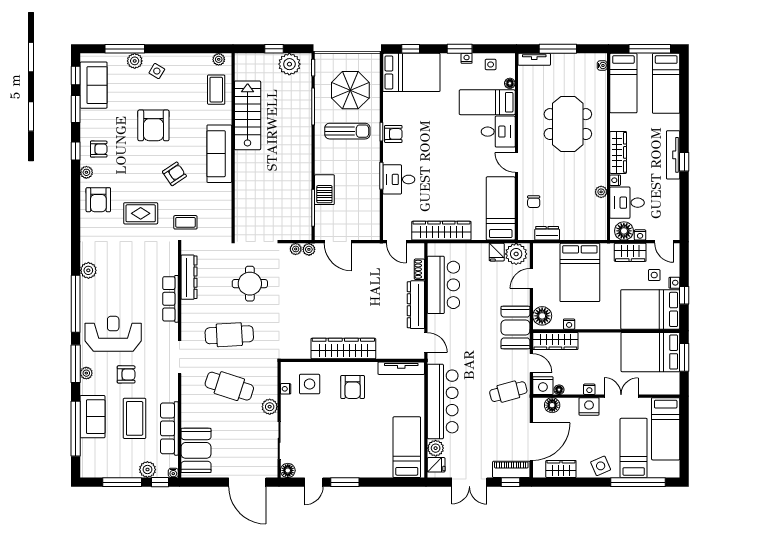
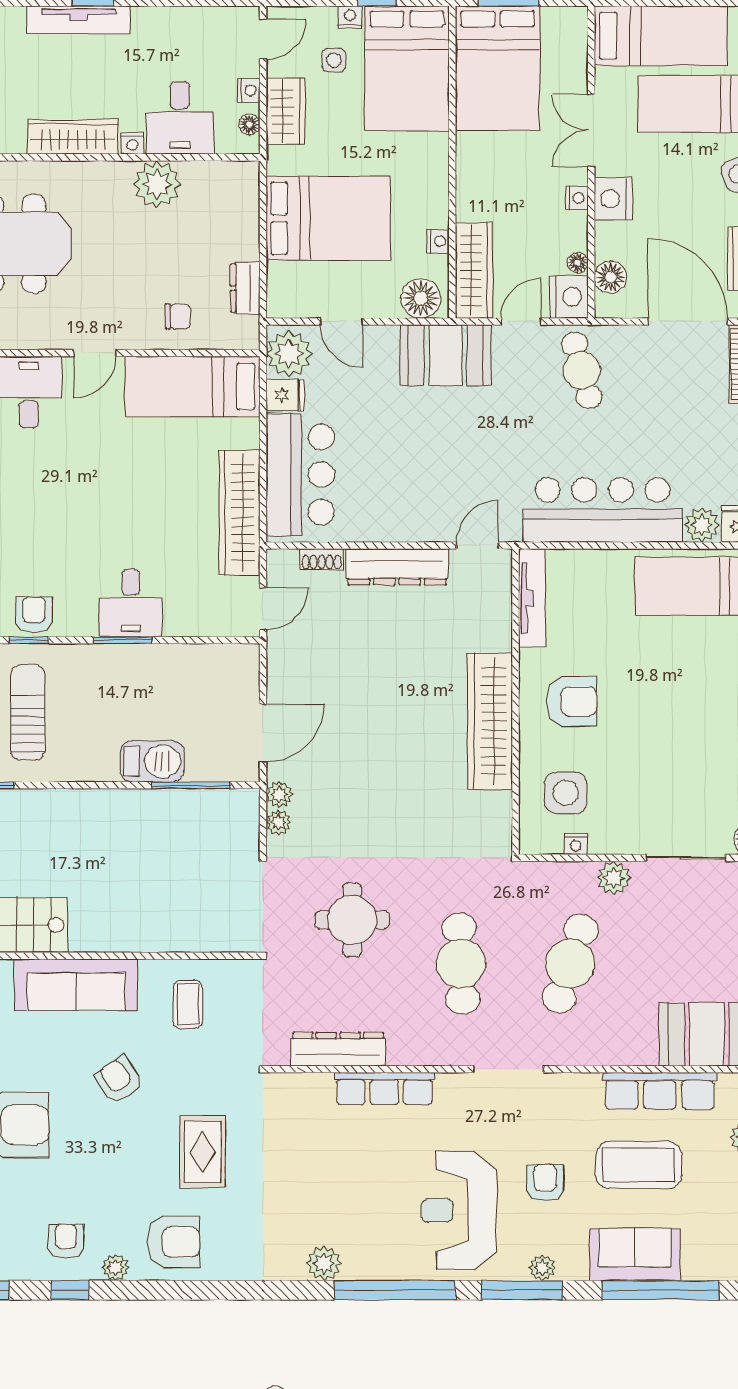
plant: (601, 192) -> (157, 184), width x1.88, depth x1.88
coffee table: (185, 222) -> (188, 1004), moved
floor lamp: (624, 231) -> (249, 124), width x0.53, depth x0.53
bar counter: (443, 285) -> (300, 475), moved, turned 90

